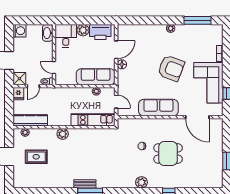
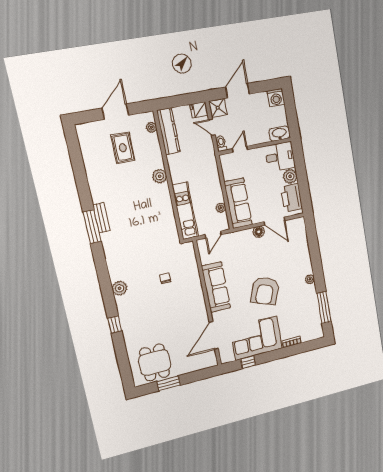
dining table: (168, 154) -> (155, 363), moved

